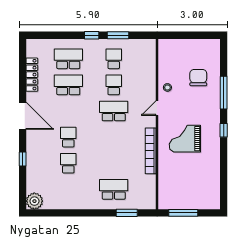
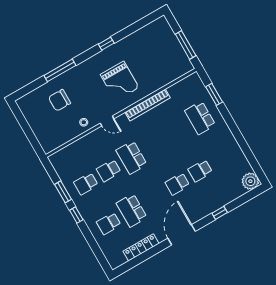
school desk: (68, 59) -> (109, 223), width x0.54
window: (224, 130) -> (106, 44), moved

